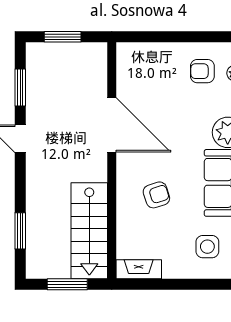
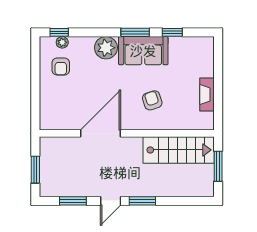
window: (20, 231) -> (142, 201), moved
side table: (207, 247) -> (190, 63), removed
fireplace: (139, 269) -> (207, 95), moved

